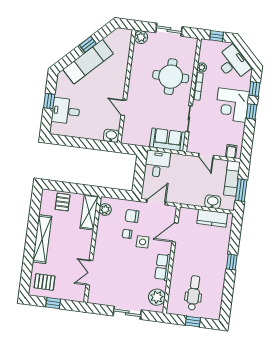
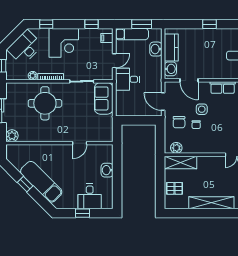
window: (252, 111) -> (92, 24), moved
washbasin: (111, 136) -> (107, 170), moved
desk: (157, 164) -> (127, 79), moved
washbasin: (190, 214) -> (170, 69), added

